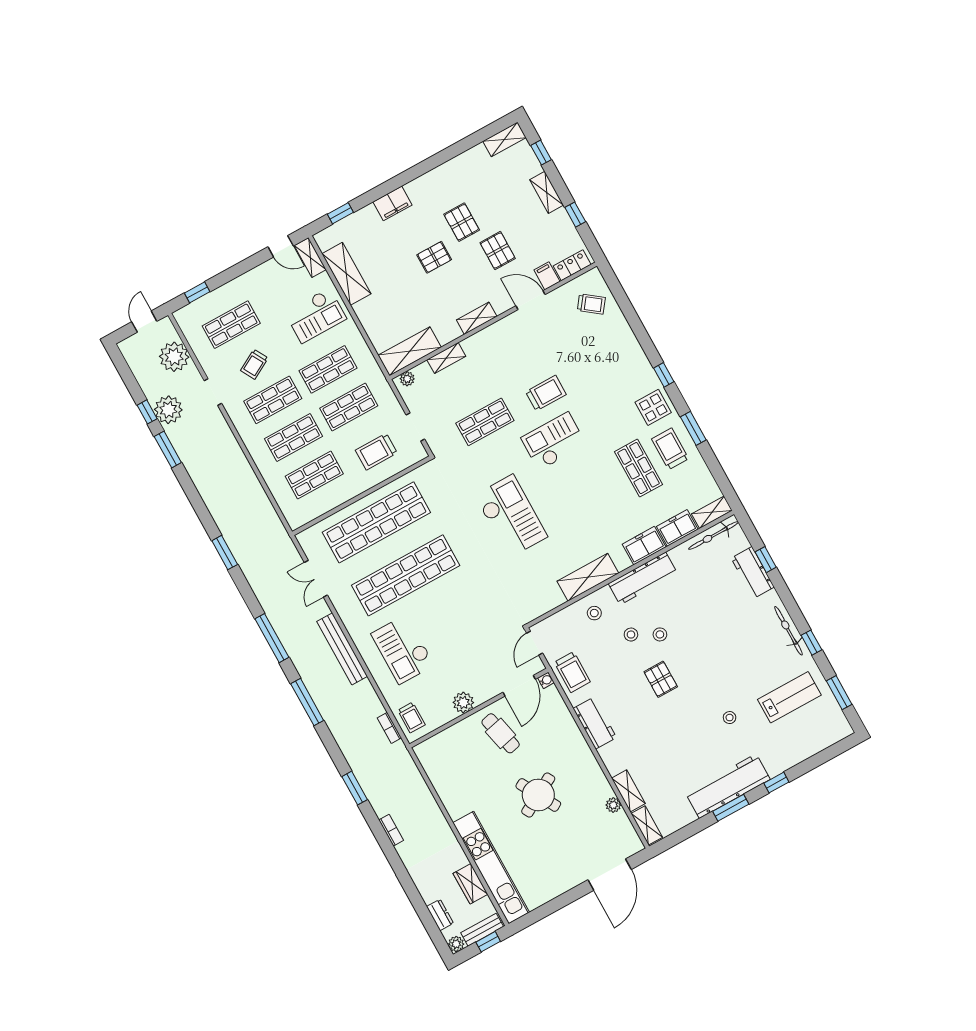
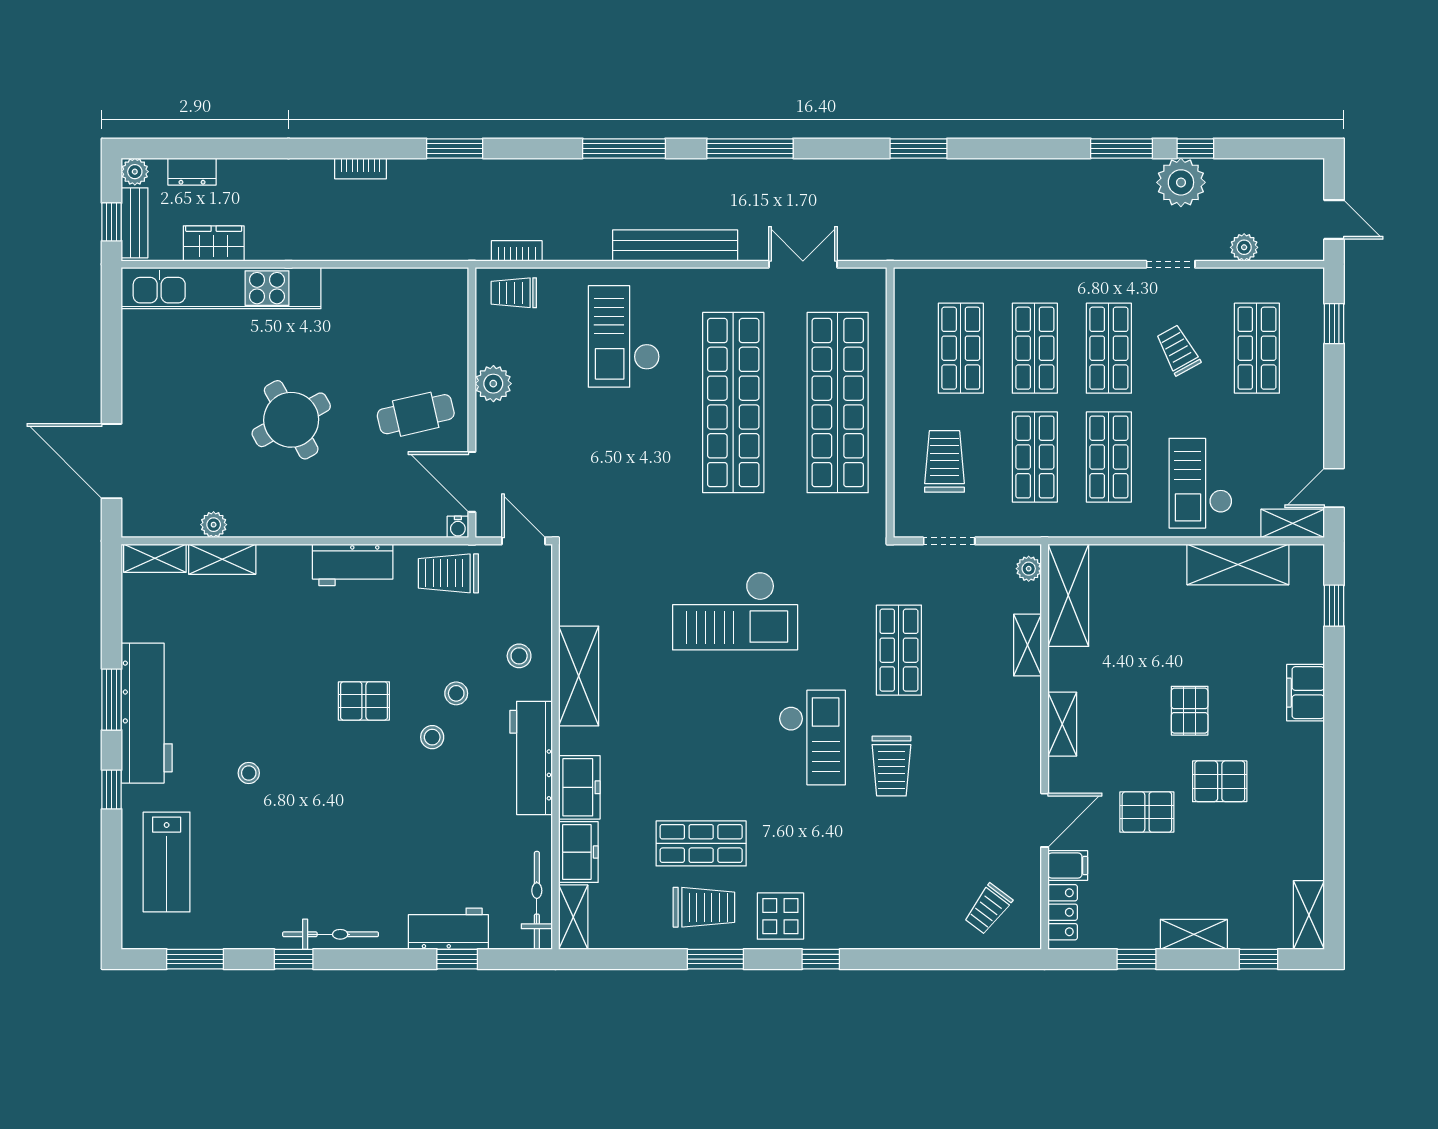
plant: (174, 357) -> (1244, 247), width x0.53, depth x0.53
checkout: (403, 649) -> (624, 336), turned -90
lab bench: (789, 697) -> (167, 862), moved

